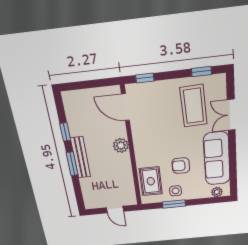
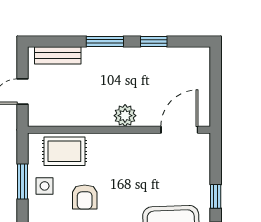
window: (145, 78) -> (216, 196), moved
bench: (81, 157) -> (58, 55), moved, width x0.73
armchair: (181, 166) -> (85, 197), turned 180

